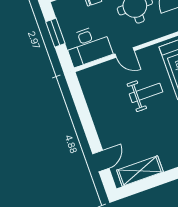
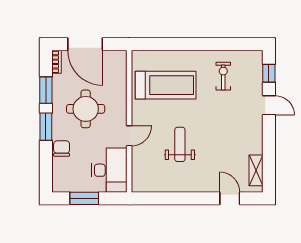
weight bench: (146, 93) -> (180, 144), moved
shelving: (140, 171) -> (256, 170), width x0.67, depth x0.75

